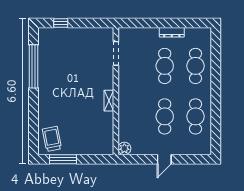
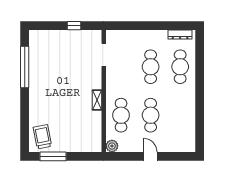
window: (61, 23) -> (74, 26), moved
dresser: (172, 32) -> (180, 34), moved
cafe table: (196, 116) -> (121, 115), moved
door: (164, 159) -> (150, 156), swing flipped

